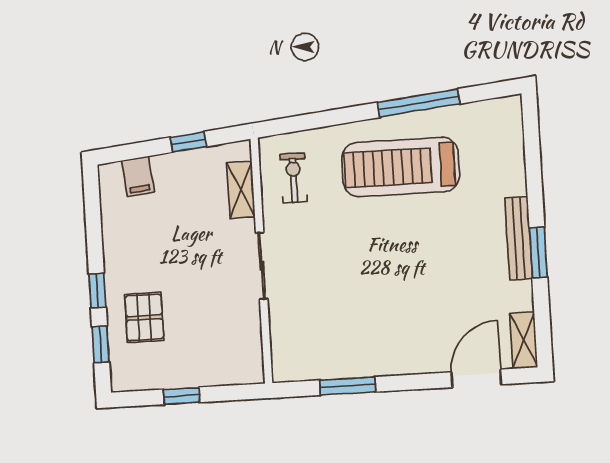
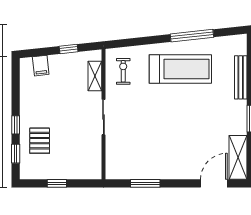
treadmill: (401, 167) -> (180, 69), turned 180
bench: (519, 238) -> (241, 77), moved
shelving: (524, 340) -> (238, 157), width x1.50, depth x1.33

